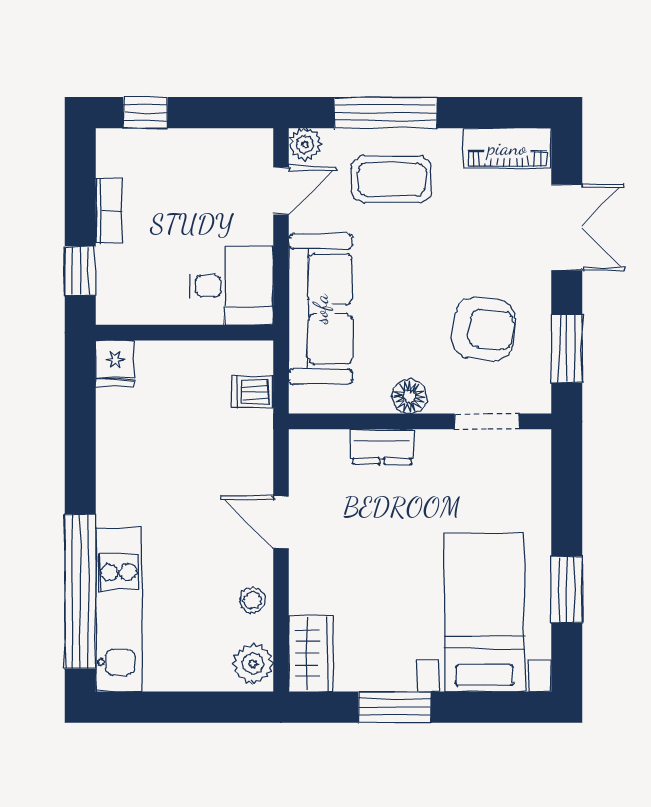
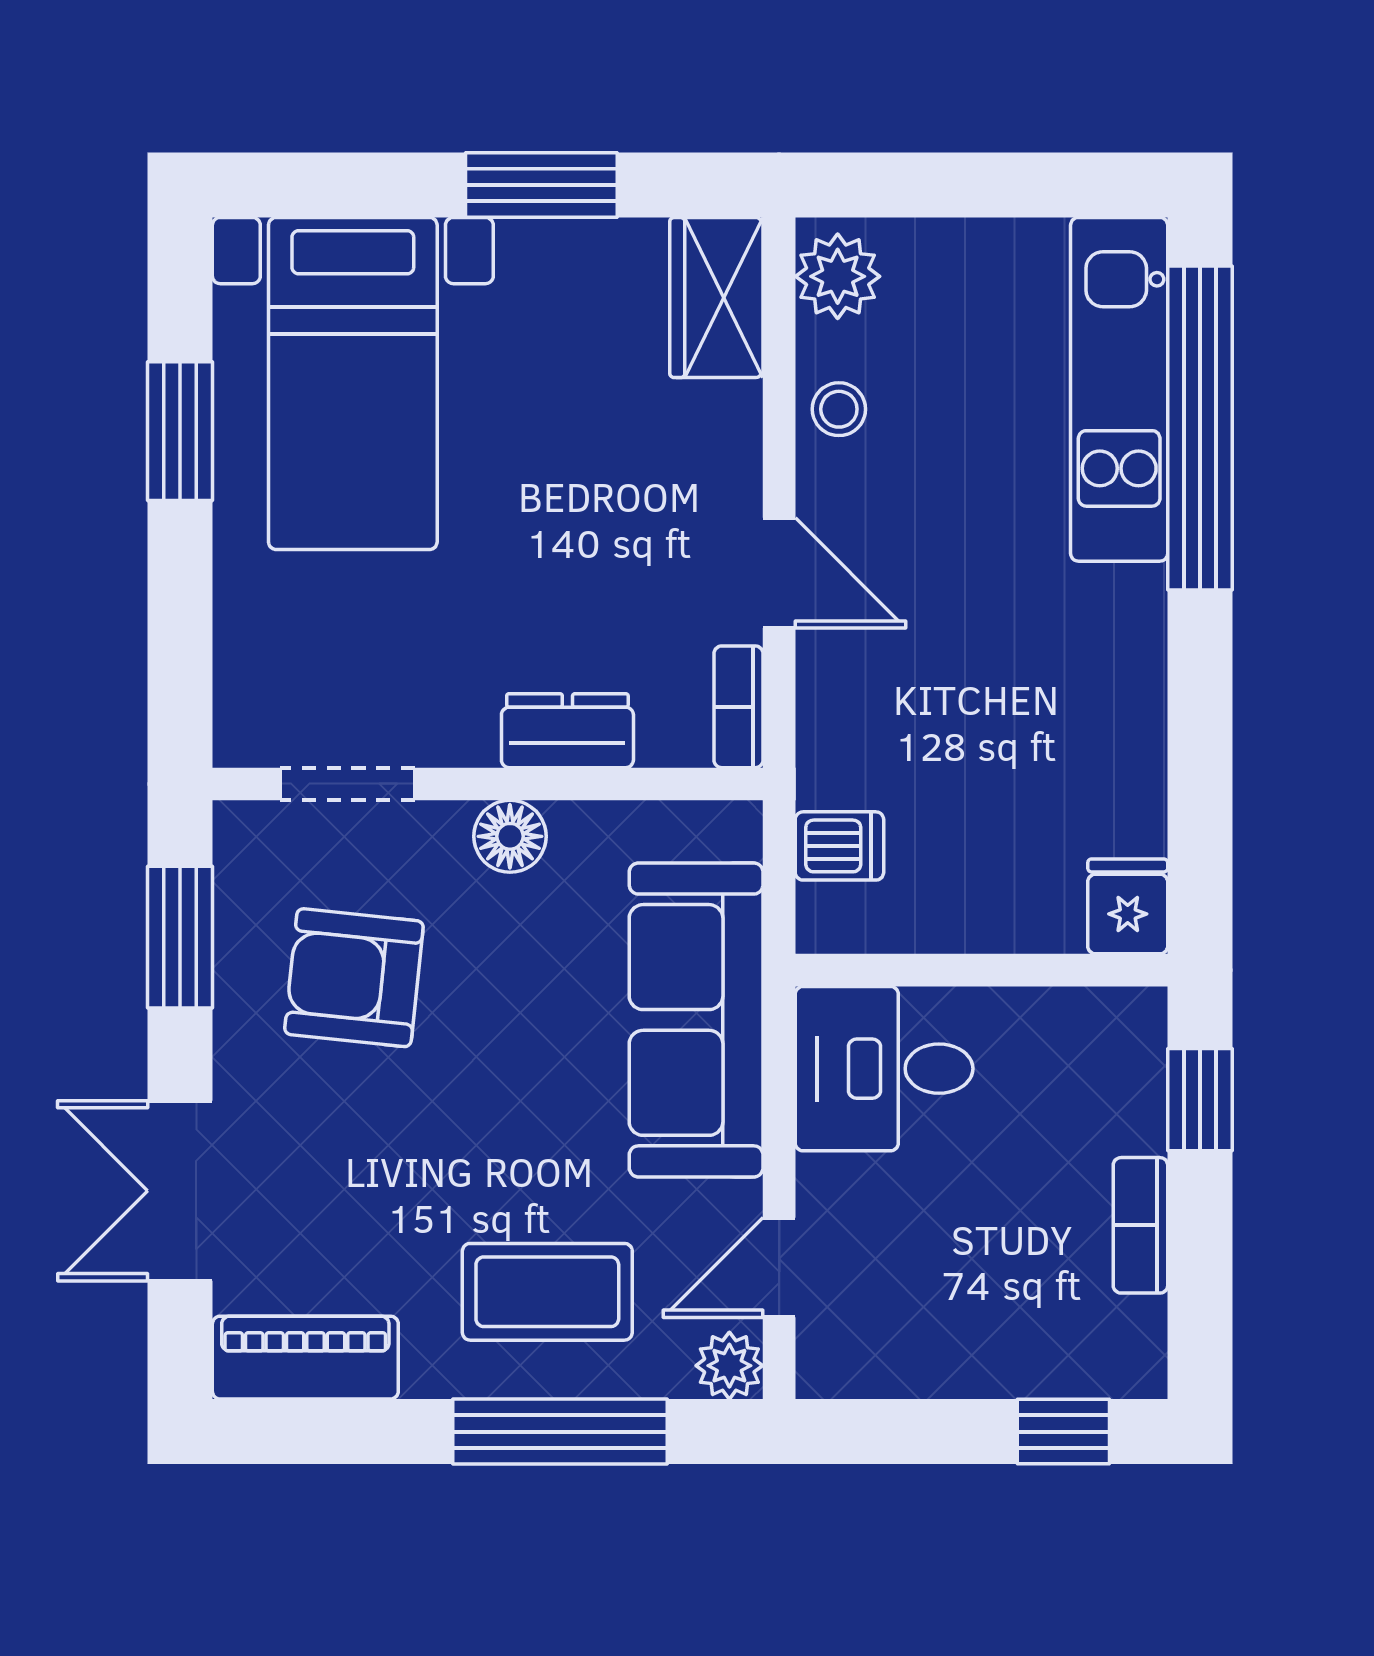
bookcase: (300, 458) -> (738, 707), added

